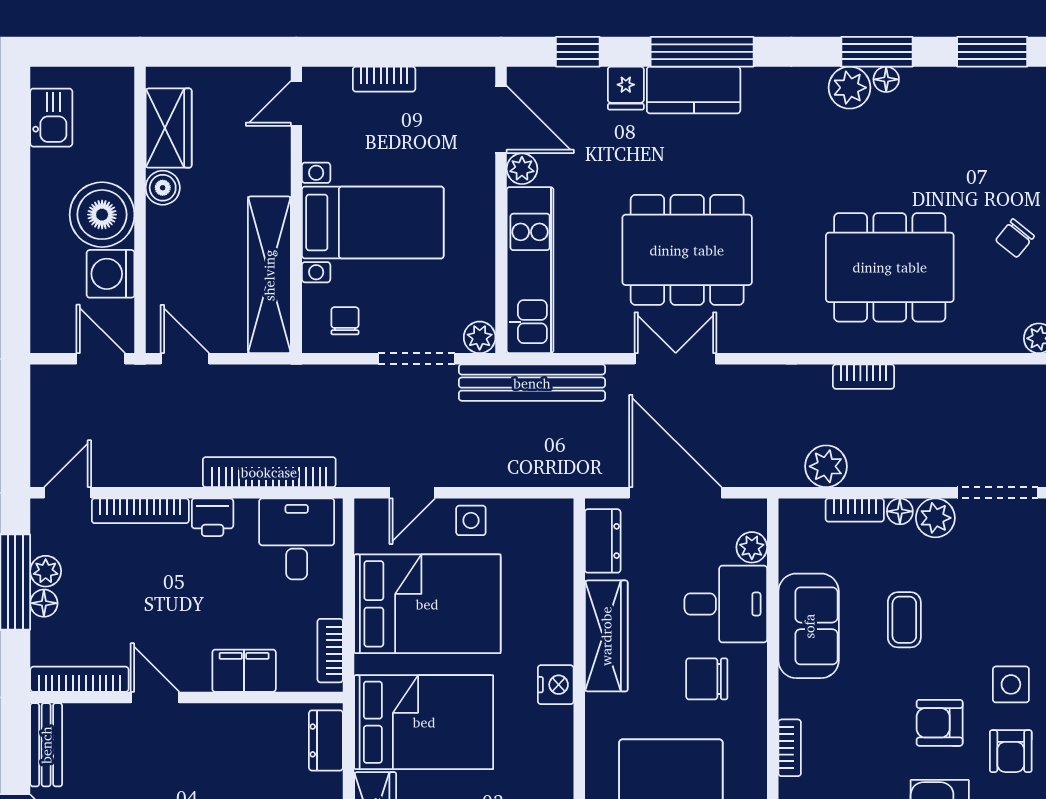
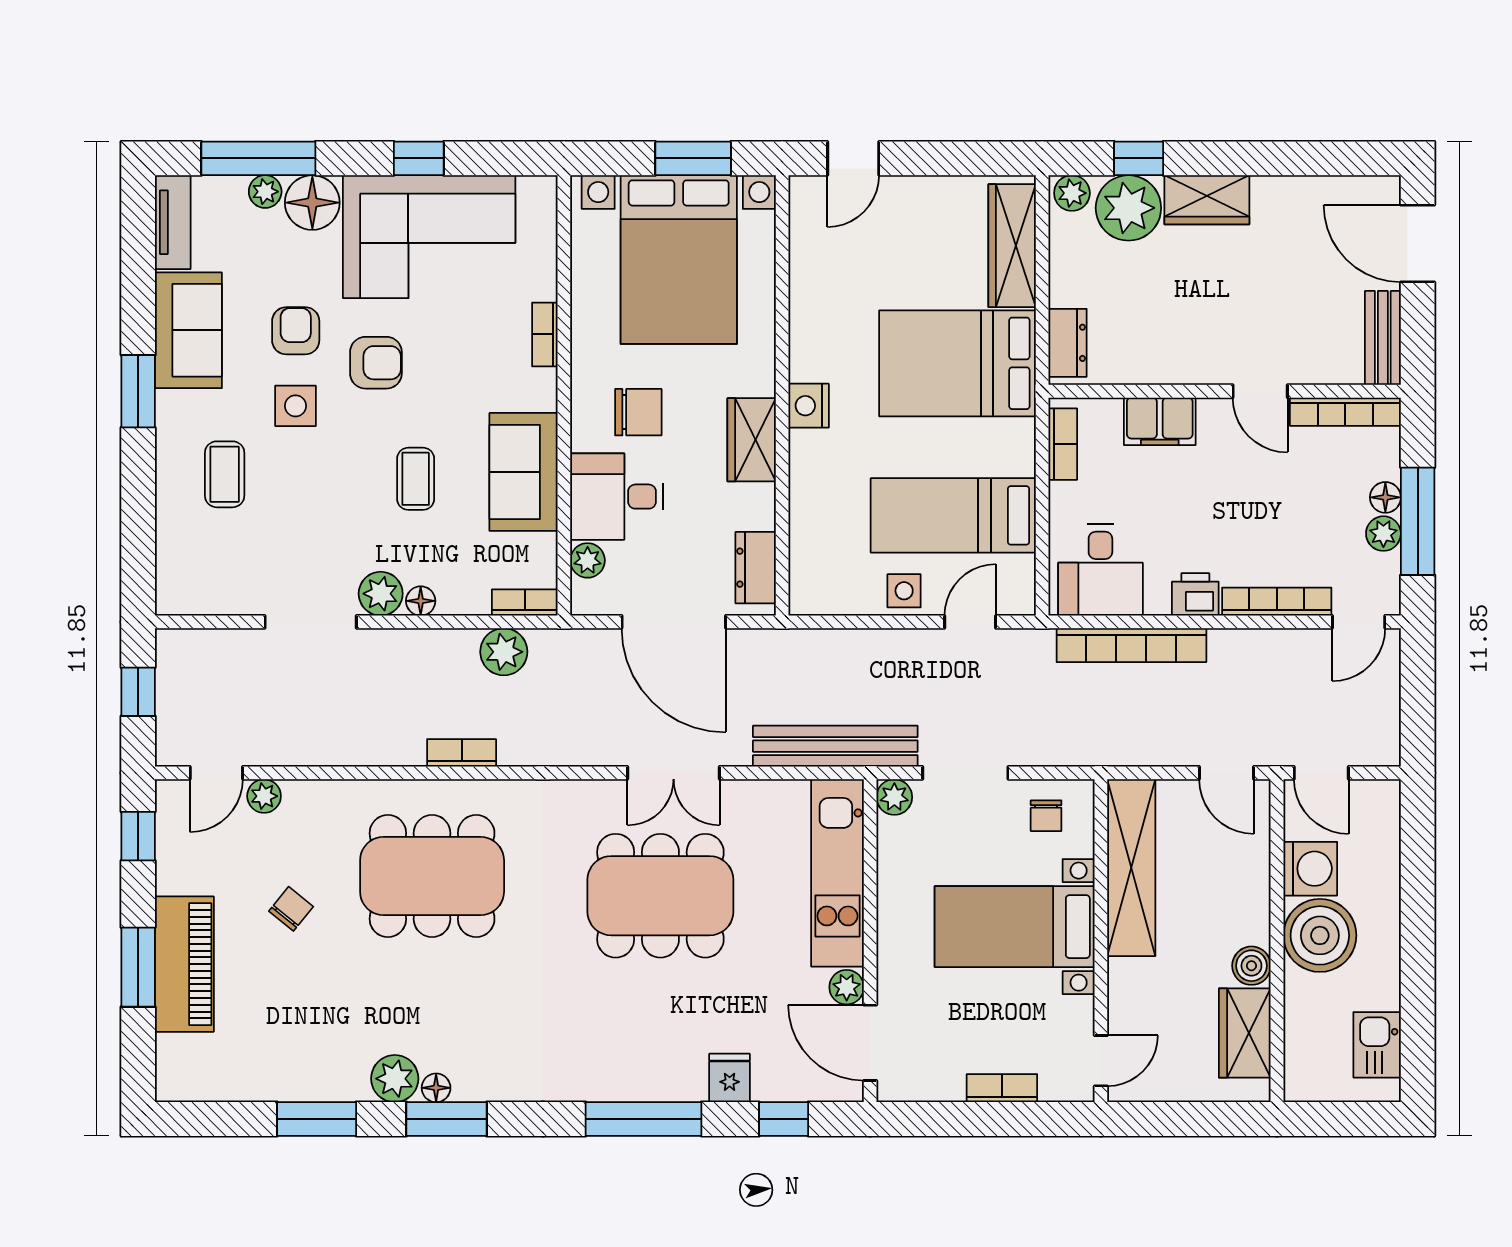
plant: (850, 88) -> (395, 1079), moved
kitchen counter: (694, 90) -> (653, 1076), removed
bookcase: (855, 510) -> (525, 602), moved
bed: (427, 604) -> (953, 515), width x0.67
wardrobe: (606, 636) -> (752, 440), width x0.67

